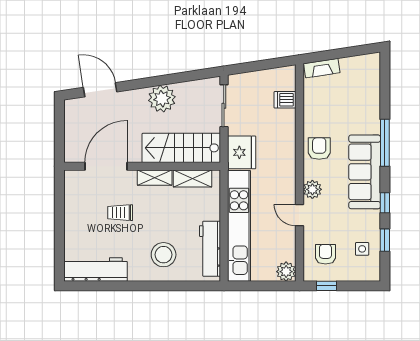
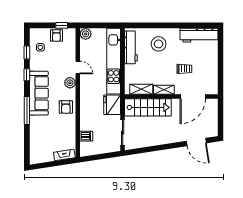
plant: (162, 99) -> (160, 137), removed
armchair: (325, 254) -> (56, 36), moved

